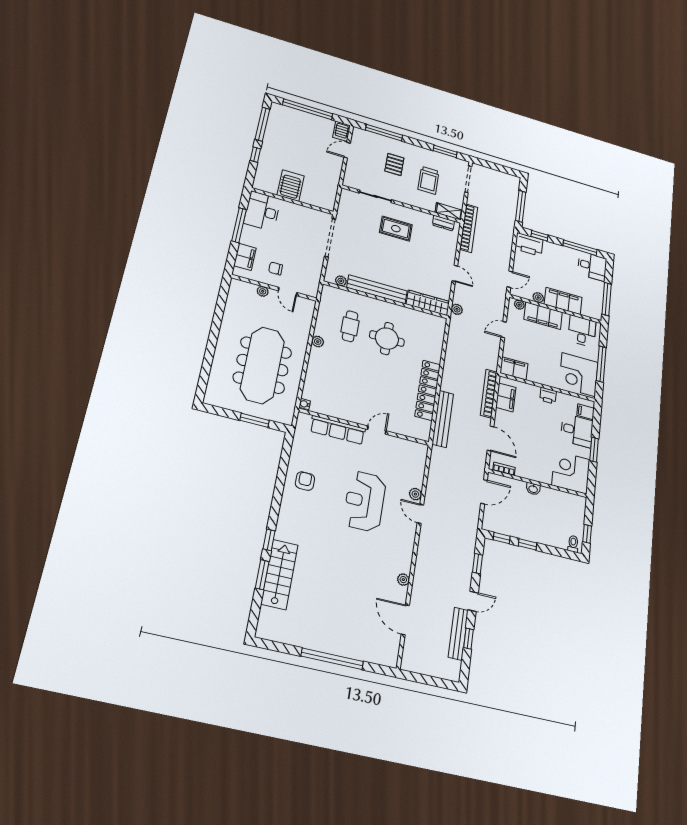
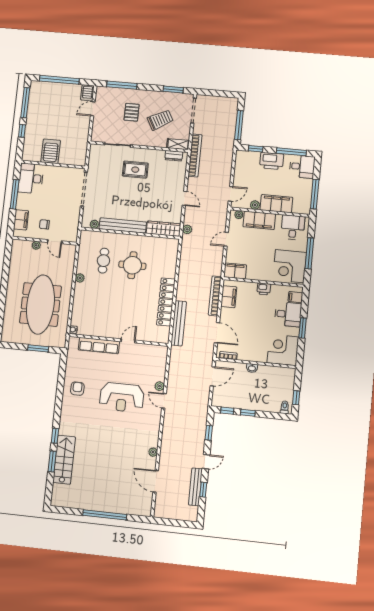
trolley: (429, 180) -> (160, 120), turned -119
printer: (529, 244) -> (272, 161), moved
reception desk: (365, 501) -> (122, 397), turned -90

